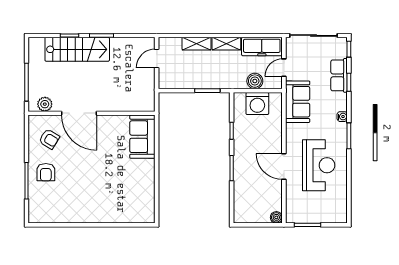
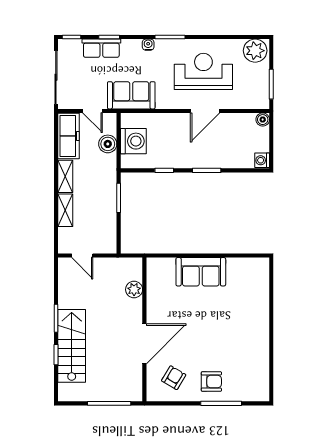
plant: (45, 104) -> (134, 290), moved
sofa: (142, 137) -> (201, 272), moved
plant: (337, 211) -> (255, 51), added
washing machine: (240, 217) -> (262, 160), added

